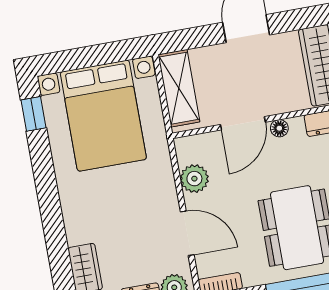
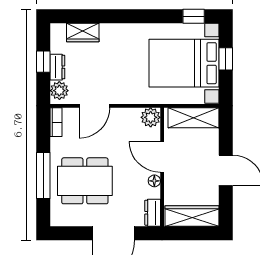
window: (86, 57) -> (226, 59), added
plant: (194, 179) -> (151, 117), moved

